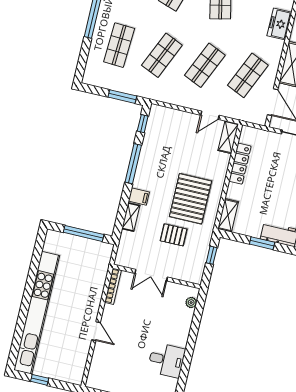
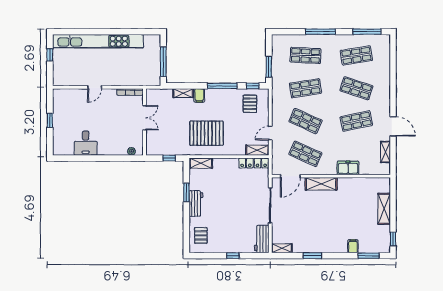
shop shelf: (162, 55) -> (305, 88), turned -33
door: (210, 115) -> (270, 133), hinge flipped
locker: (240, 164) -> (254, 163), moved
pallet: (174, 235) -> (250, 104), moved
double door: (151, 275) -> (144, 118), swing flipped

